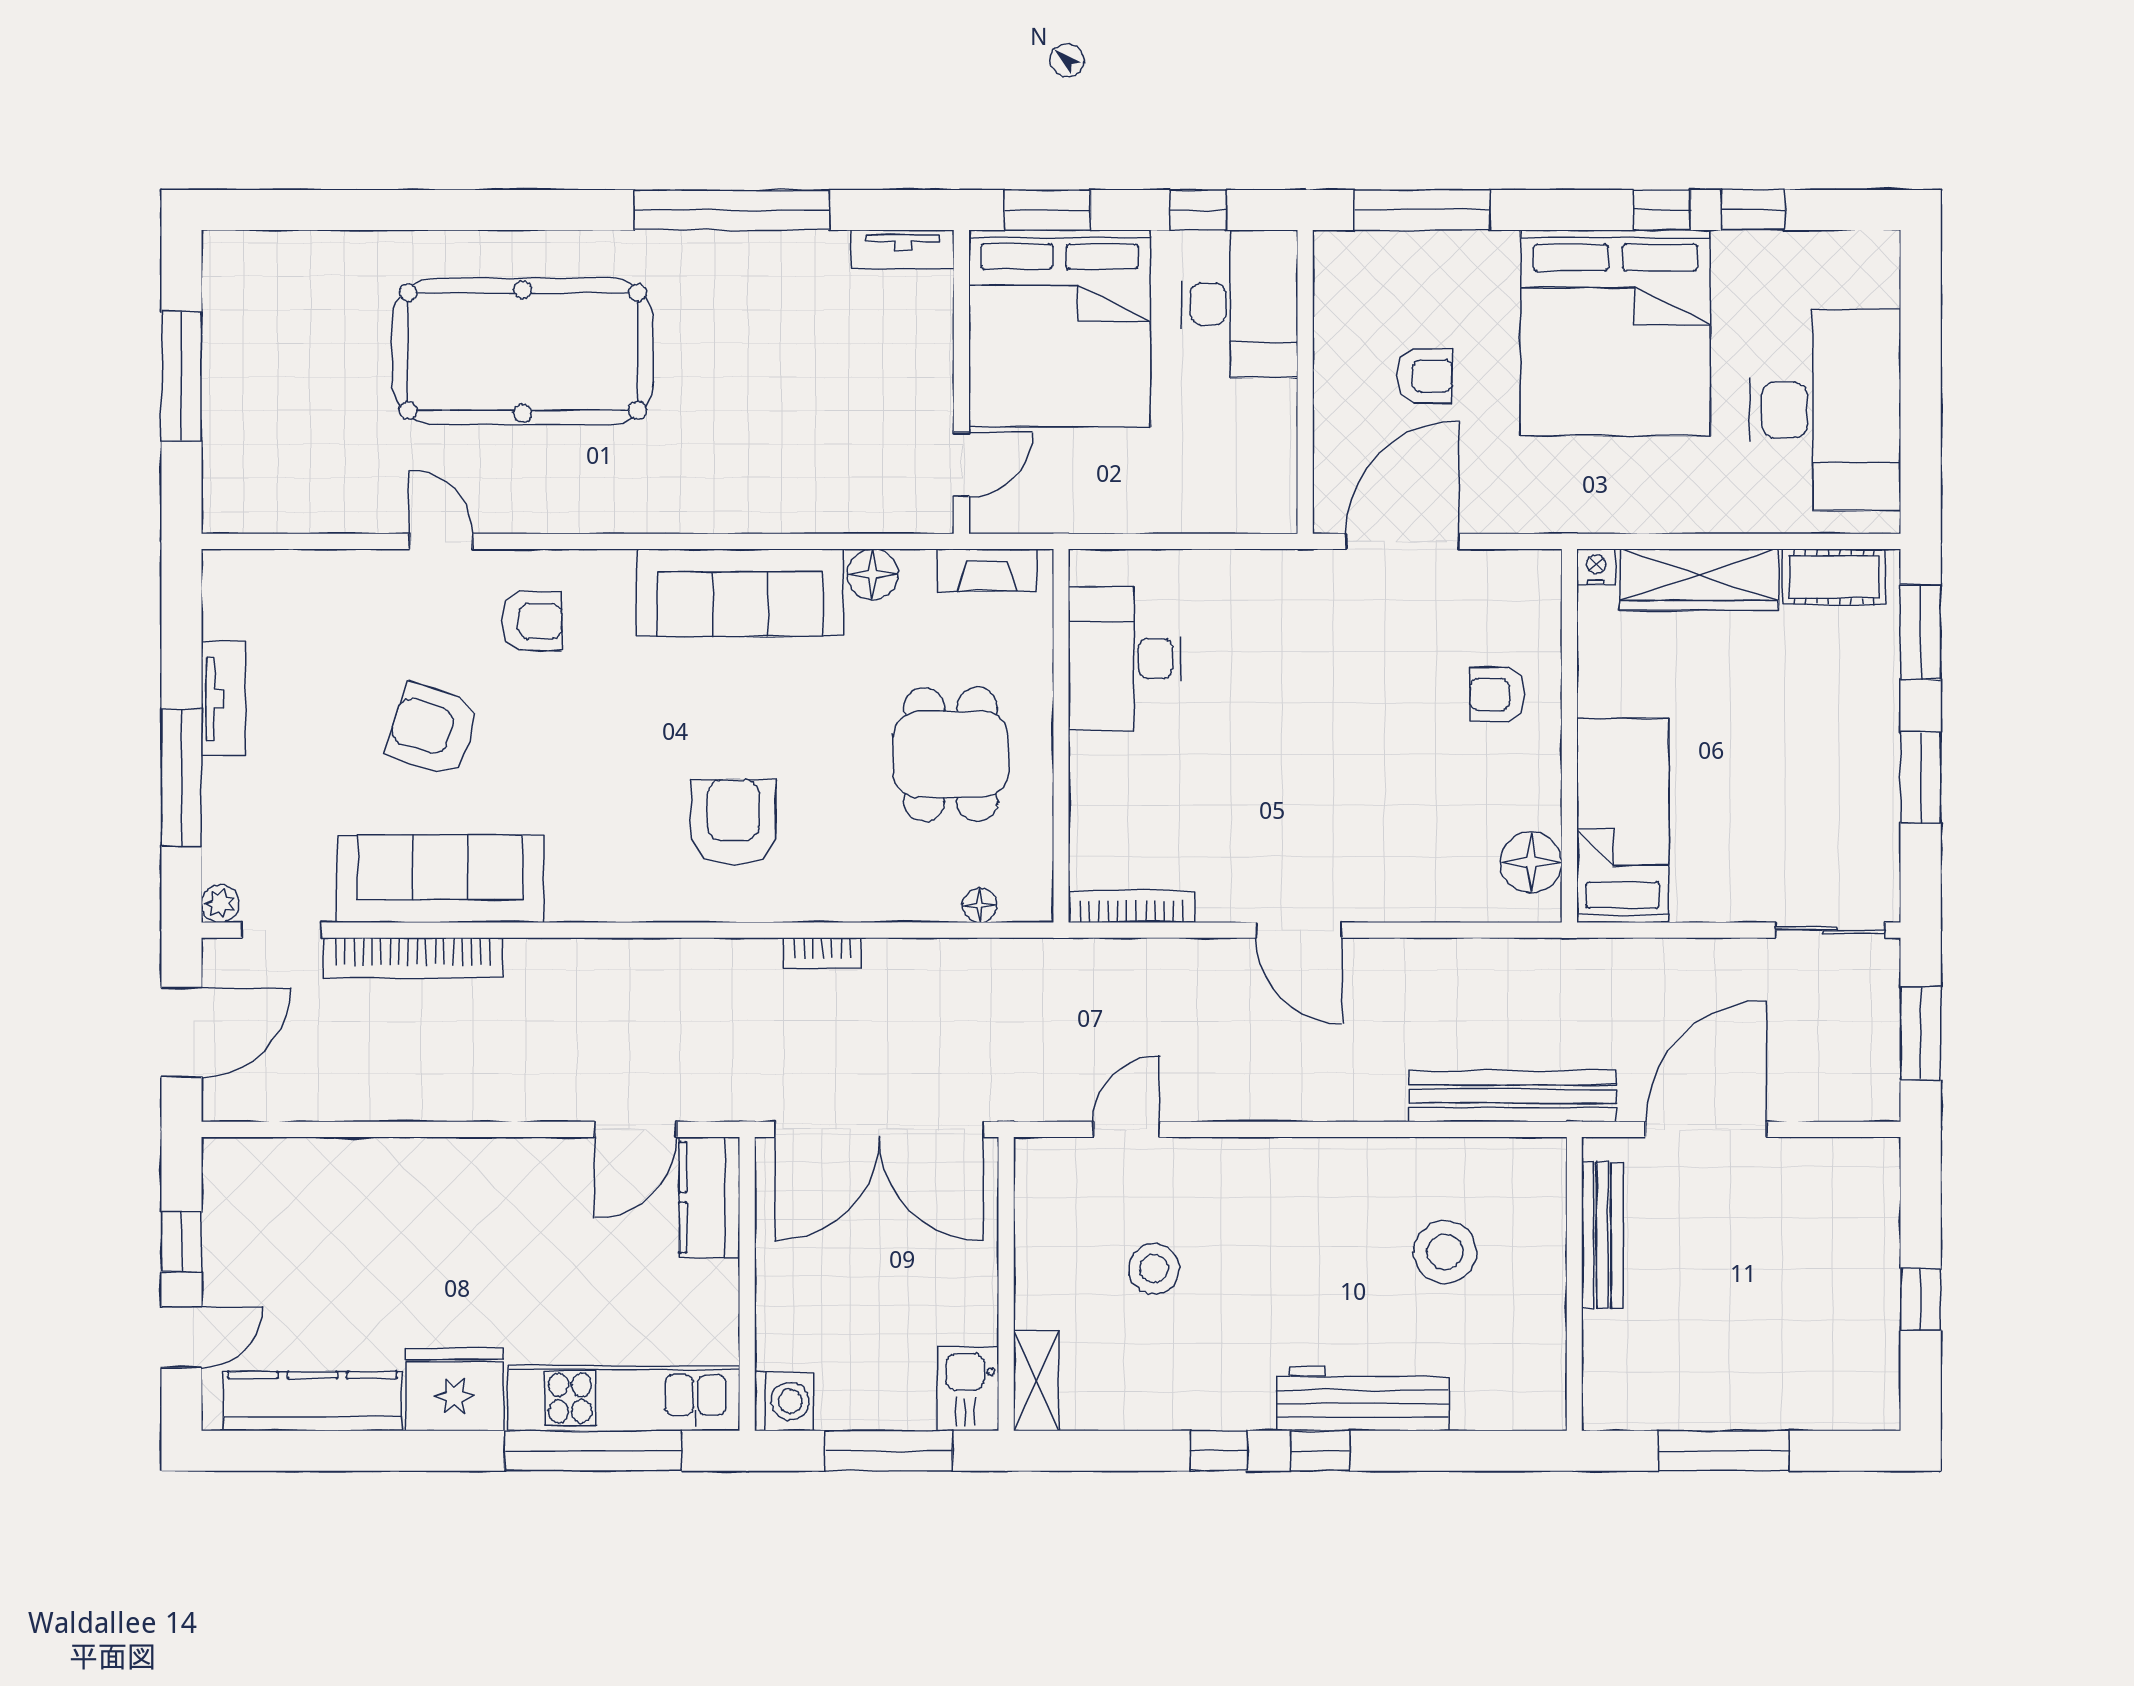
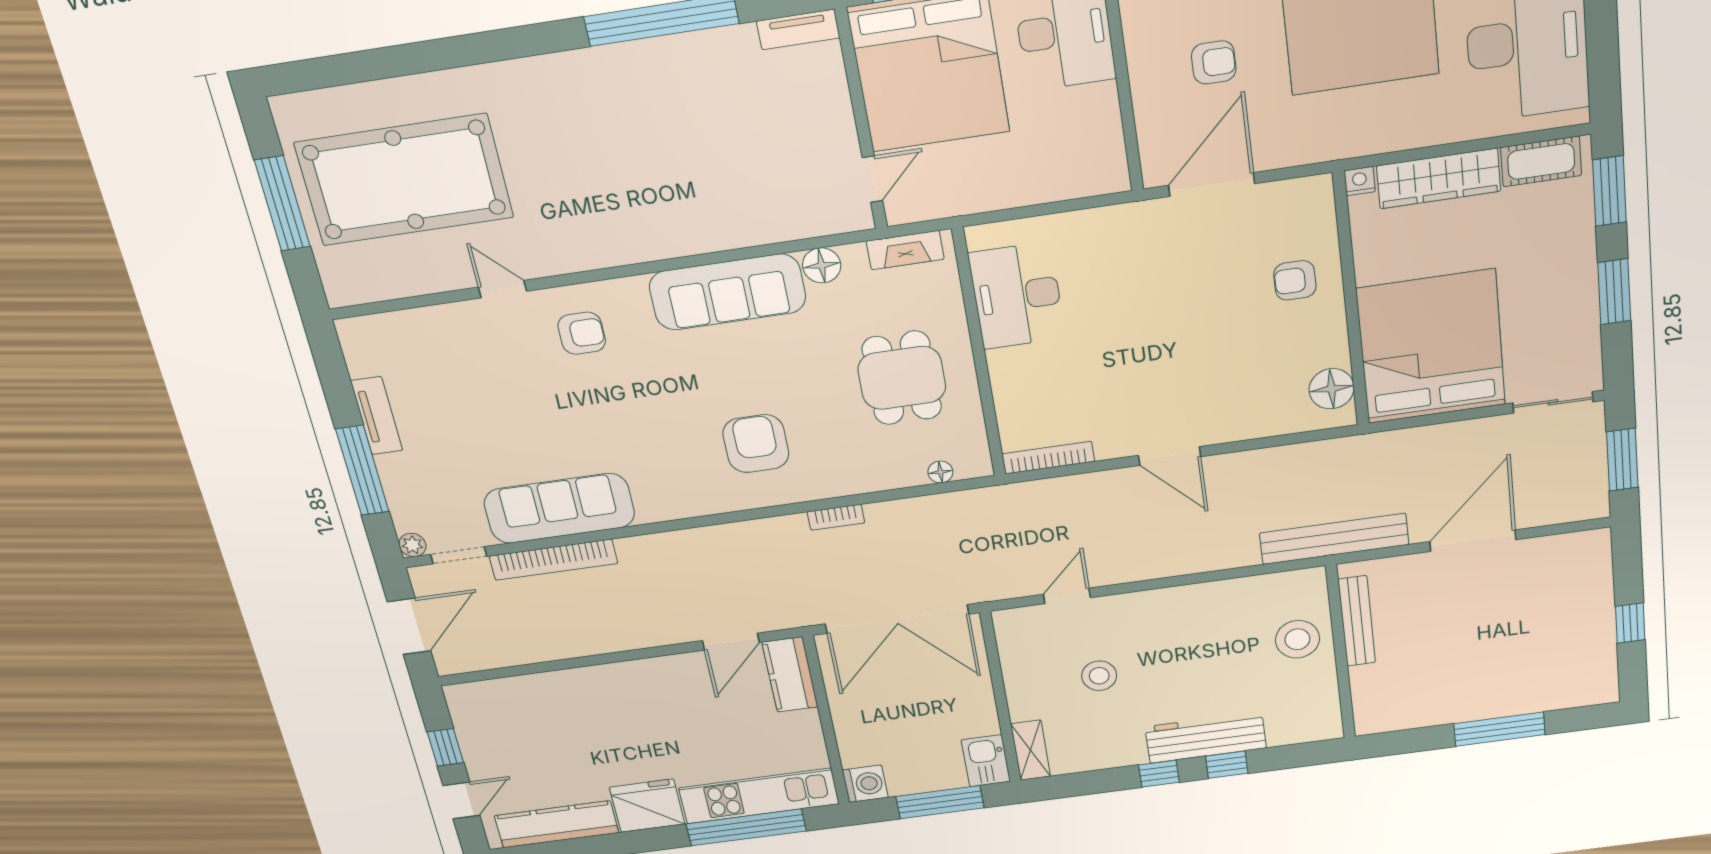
pool table: (523, 351) -> (404, 180), moved
armchair: (433, 729) -> (530, 414), removed
bed: (1623, 820) -> (1431, 347), width x2.04
bench: (1602, 1235) -> (1357, 621), moved
wall: (1574, 1284) -> (1340, 652), moved
workbench: (1363, 1398) -> (1206, 737), moved

